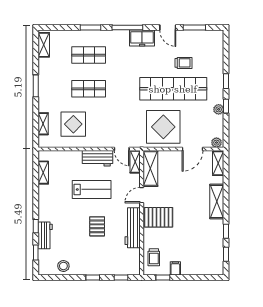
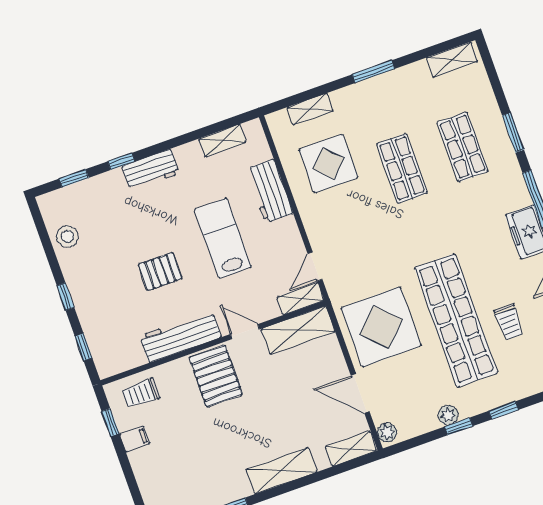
workbench: (98, 158) -> (269, 191), moved
lab bench: (92, 189) -> (223, 238), turned 180
workbench: (45, 235) -> (151, 170), moved

